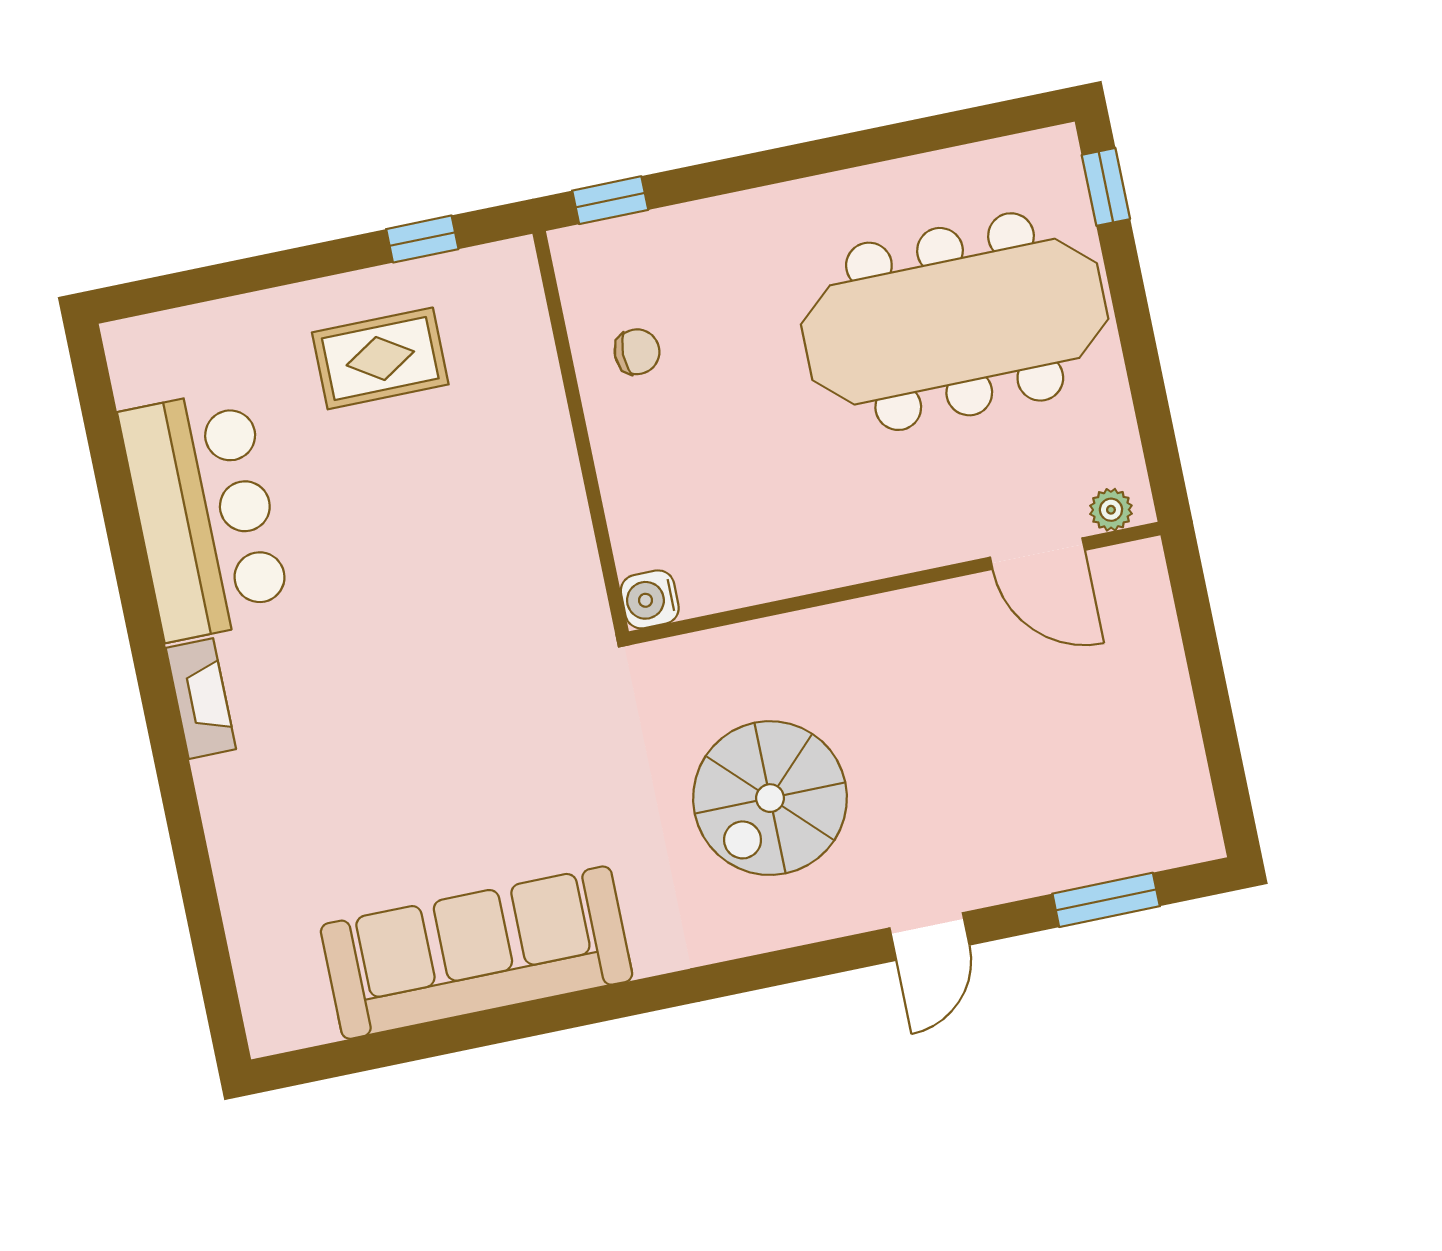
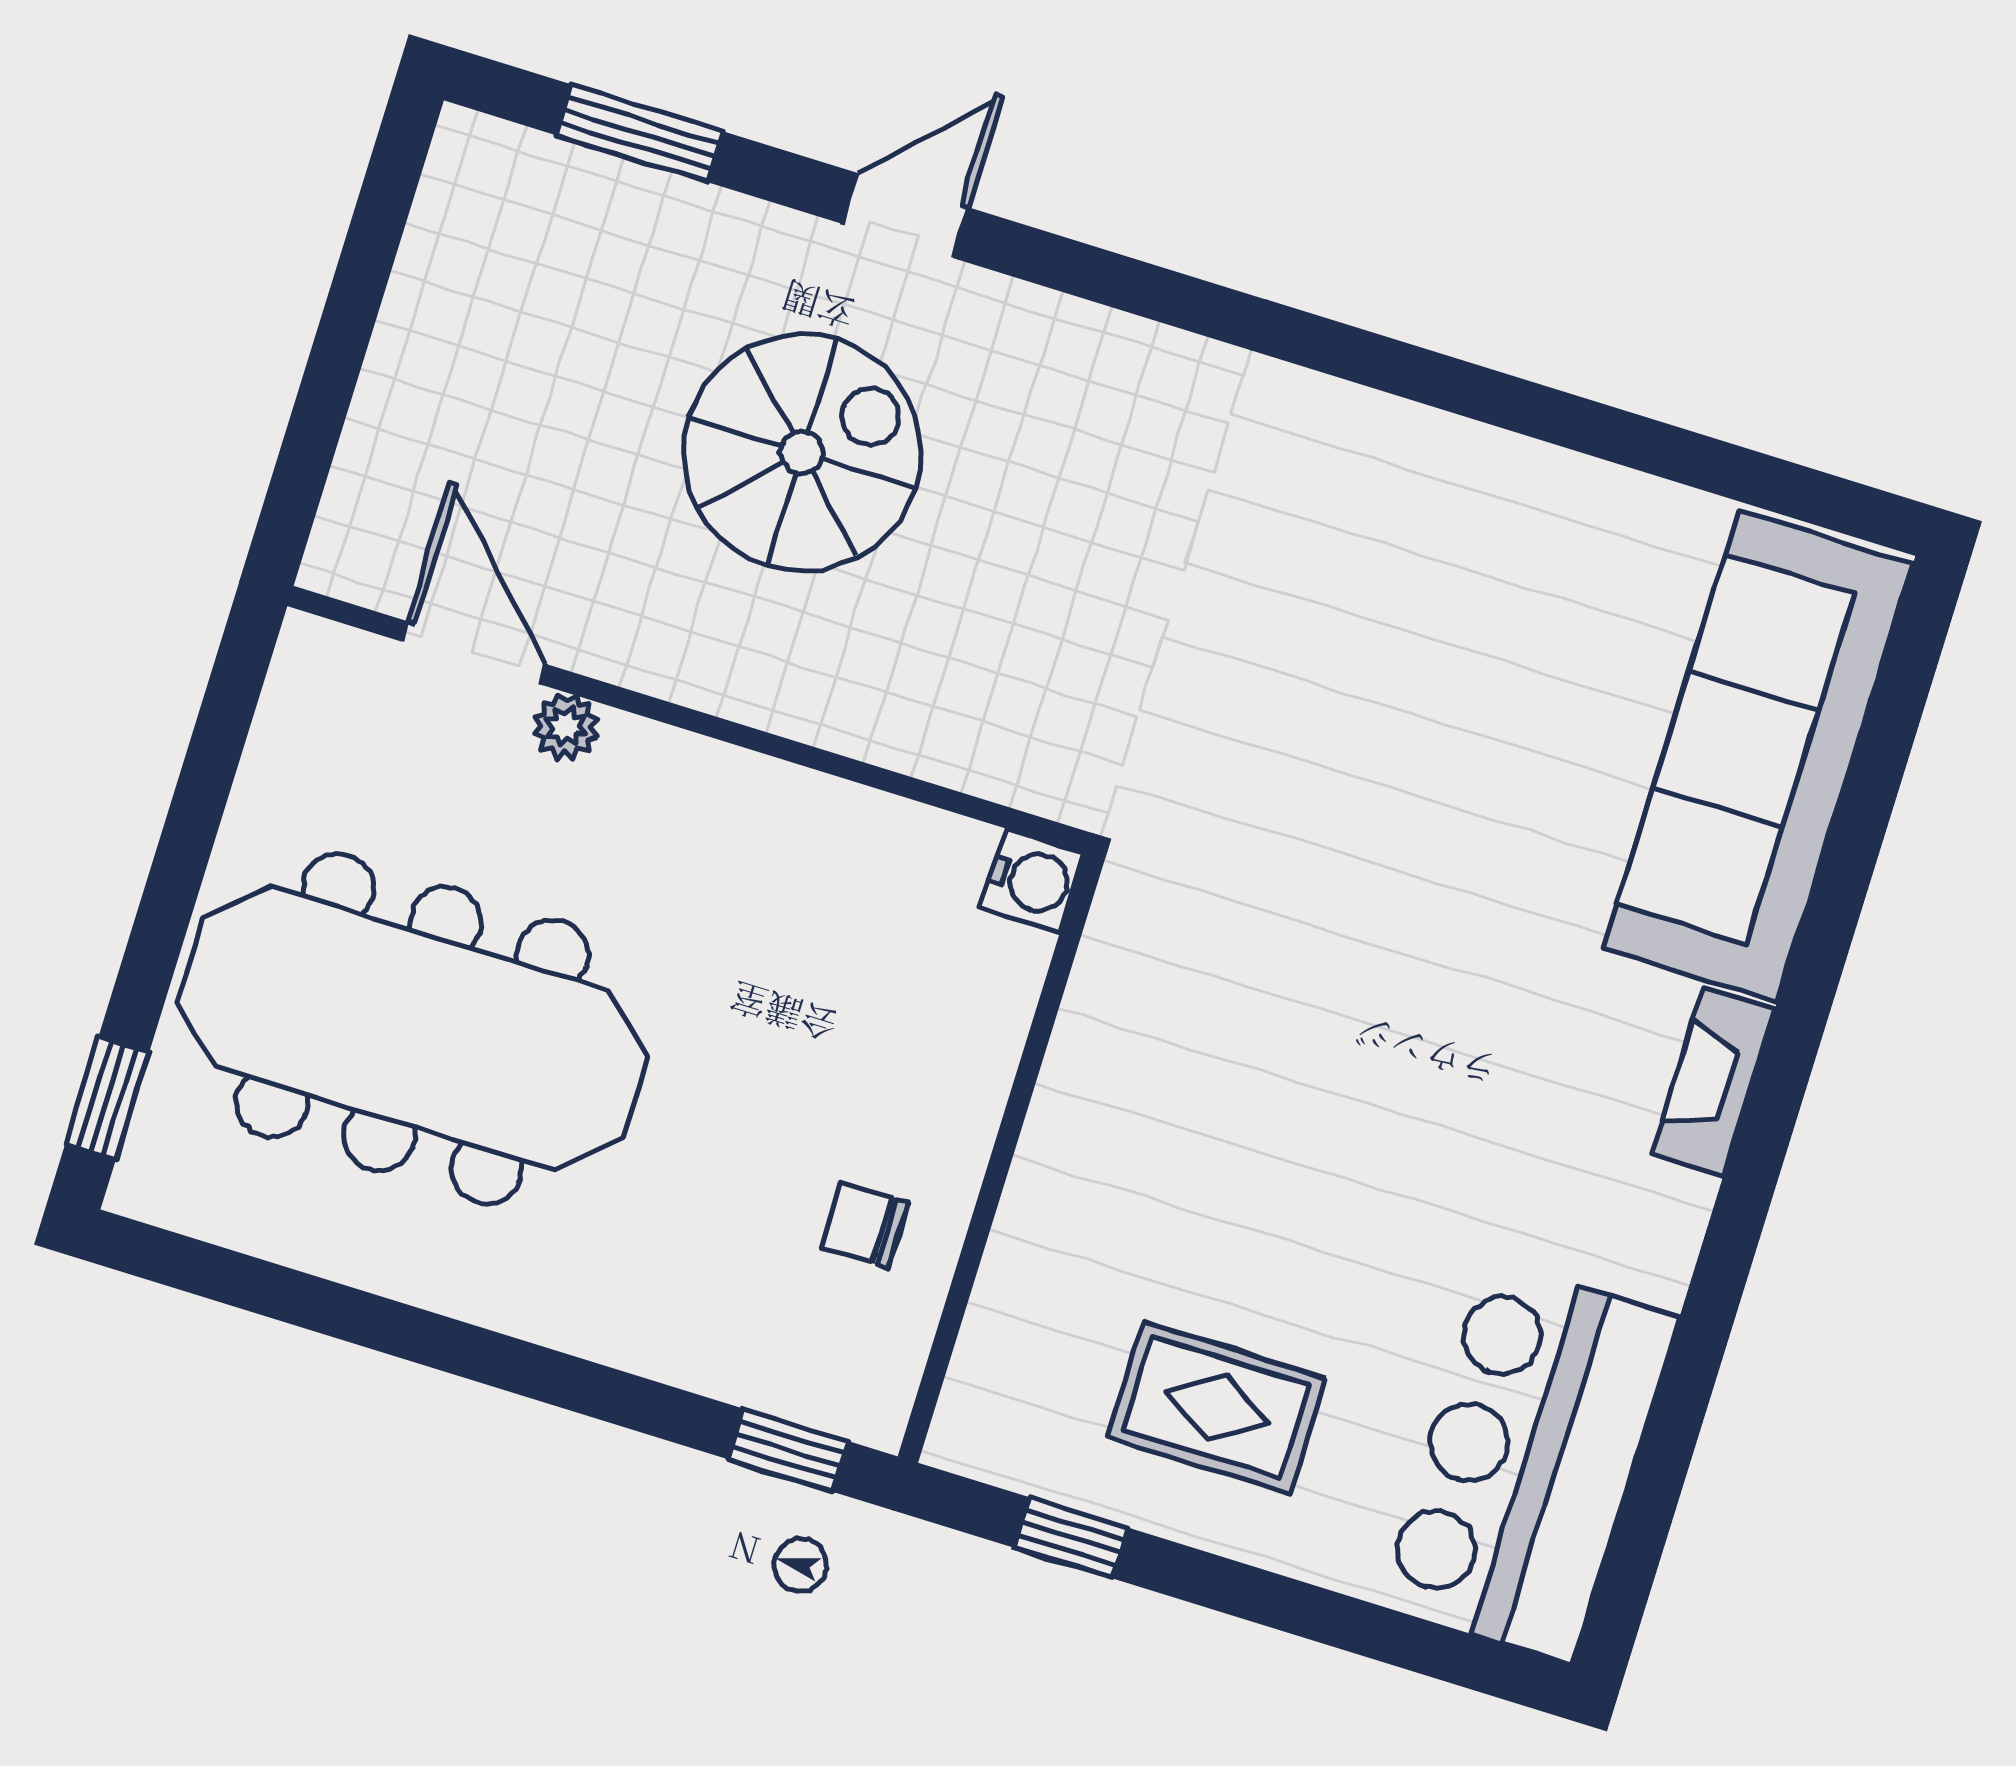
plant: (1111, 510) -> (566, 727), moved
bar counter: (205, 515) -> (1529, 1461), moved
spiral stairs: (770, 798) -> (802, 453), moved
sofa: (477, 953) -> (1758, 756), moved, turned 90

